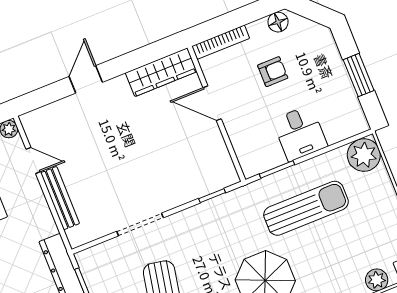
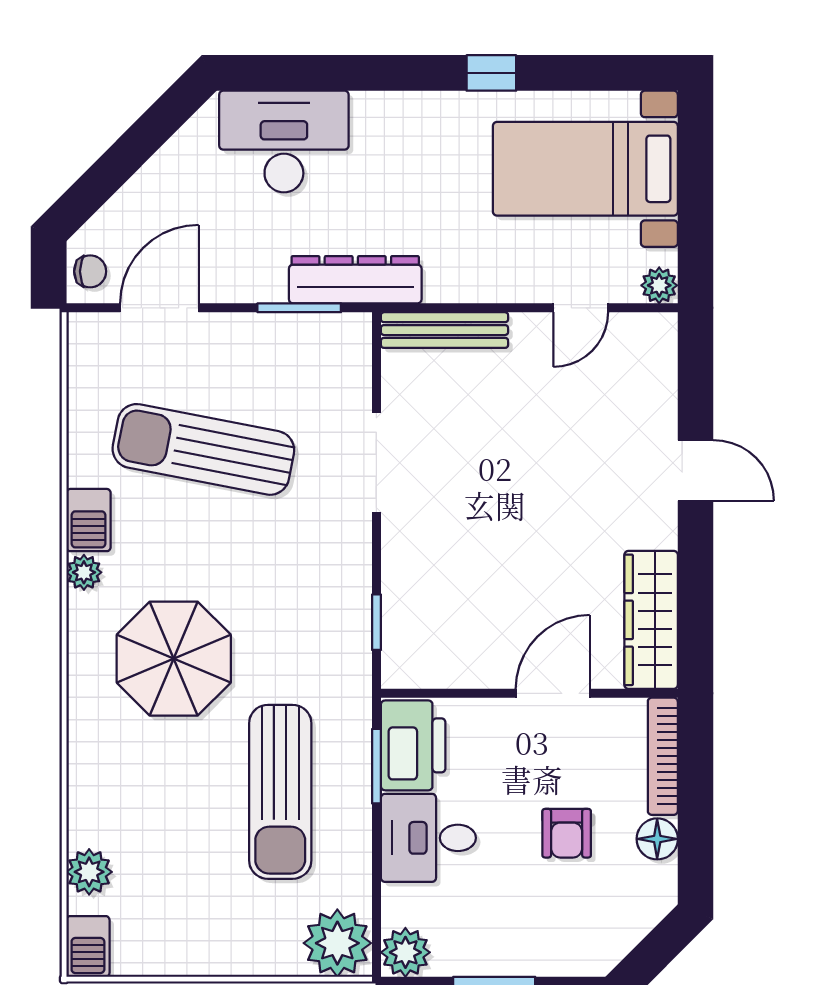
floor lamp: (278, 22) -> (657, 839), moved
plant: (356, 123) -> (405, 952), added
printer: (261, 157) -> (413, 745), added
bench: (60, 198) -> (445, 330), moved

